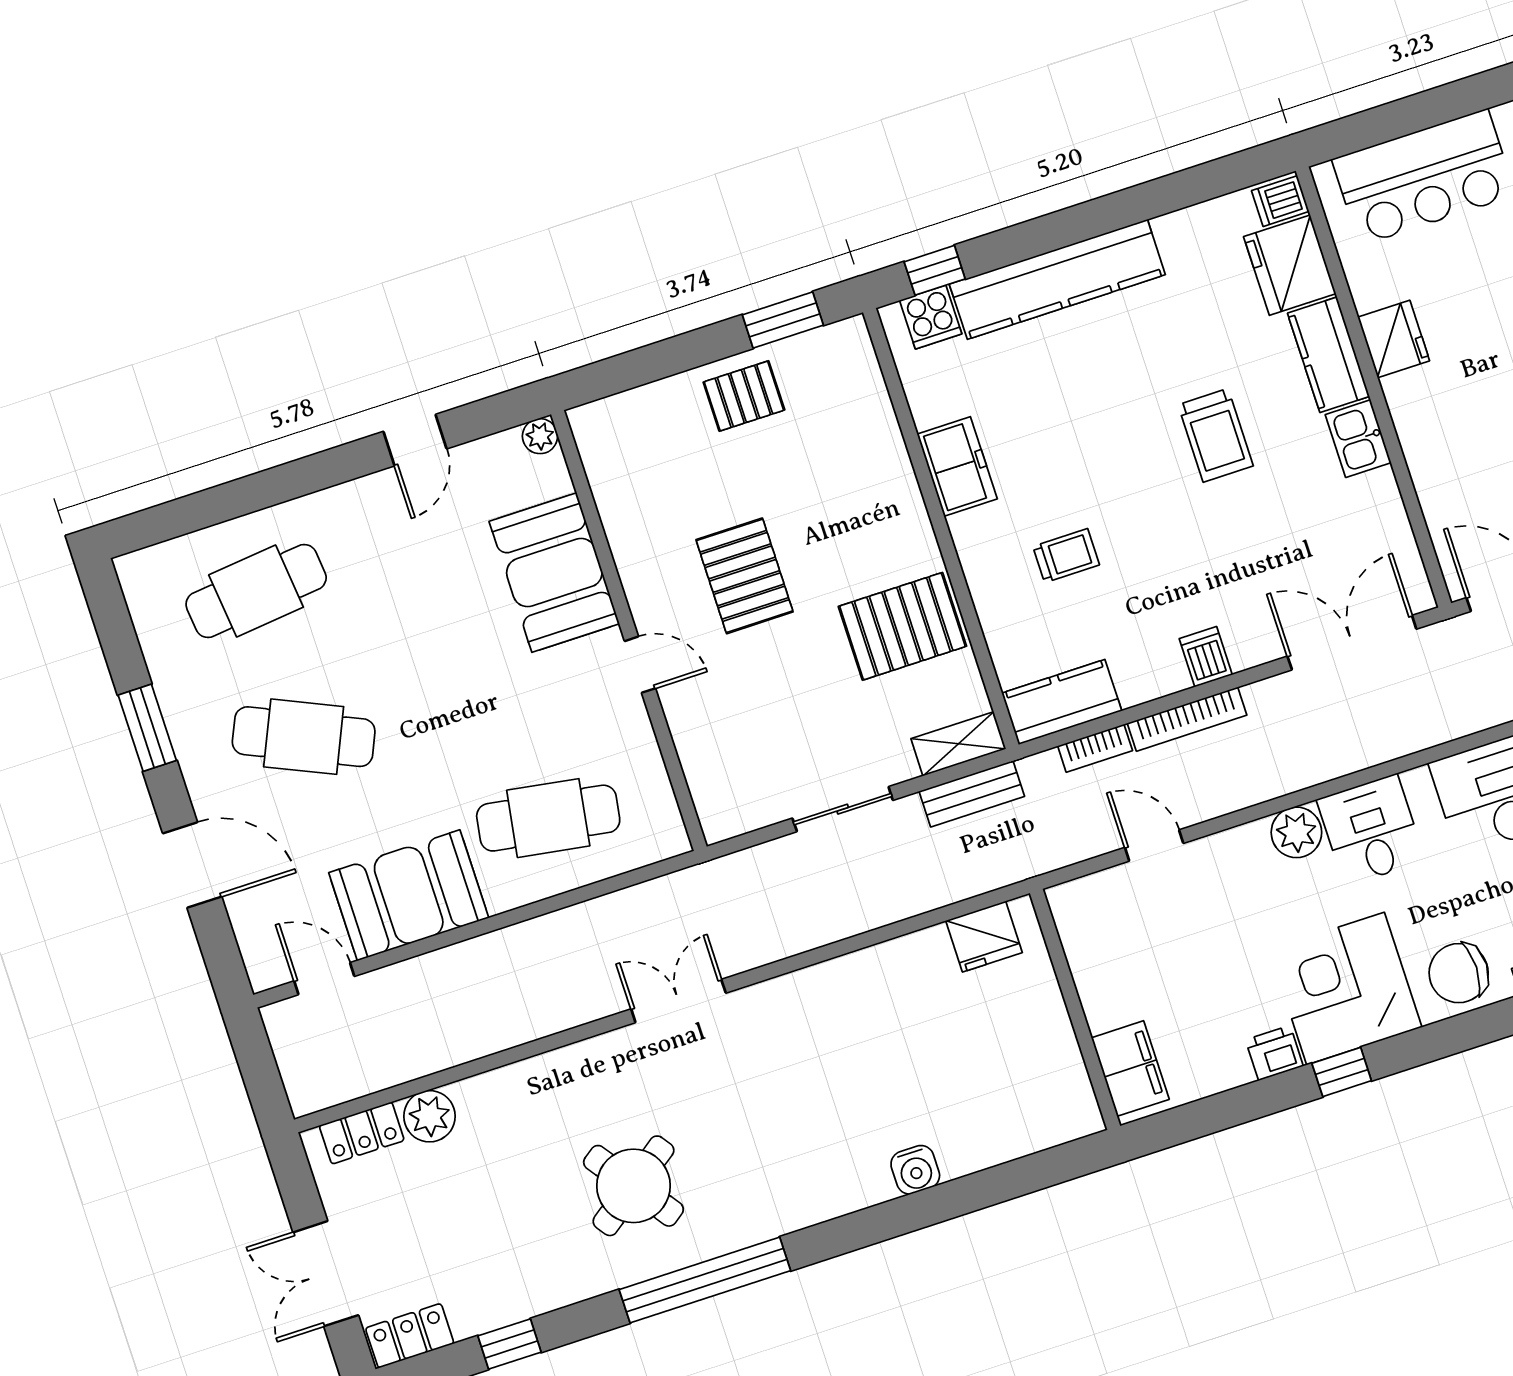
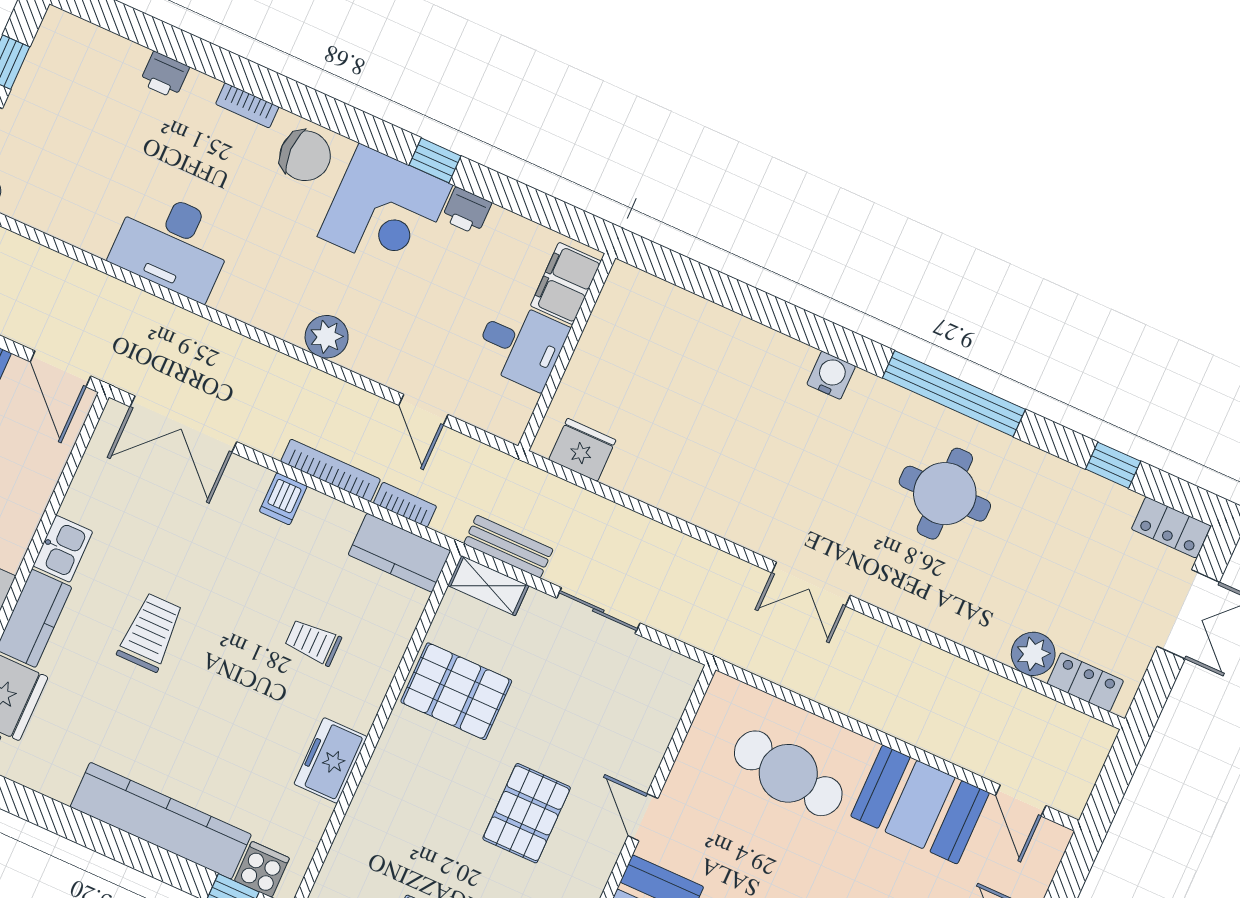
desk: (1371, 830) -> (521, 345), moved, turned -90
water cooler: (915, 1170) -> (831, 375), moved
round table: (633, 1186) -> (945, 494), turned 36

